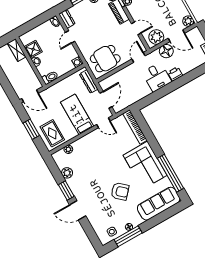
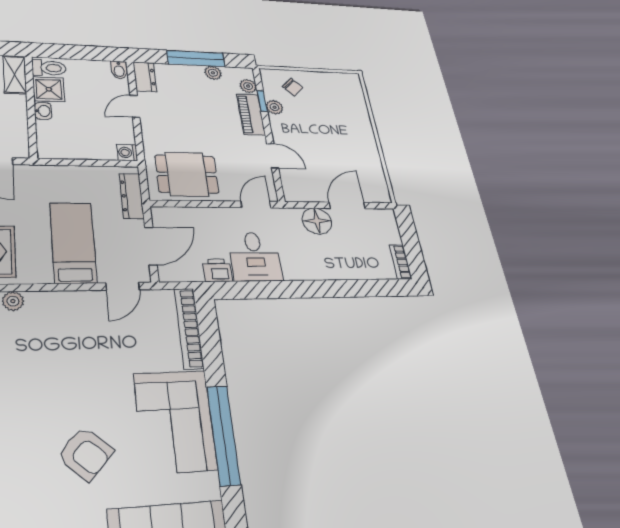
plant: (188, 21) -> (379, 193), removed
door: (176, 36) -> (347, 205), swing flipped
plant: (156, 37) -> (306, 188), removed
printer: (175, 74) -> (217, 270), moved
toilet: (50, 77) -> (49, 68), moved
desk: (157, 77) -> (255, 257), moved
door: (103, 123) -> (123, 286), hinge flipped
window: (171, 173) -> (223, 435), moved

